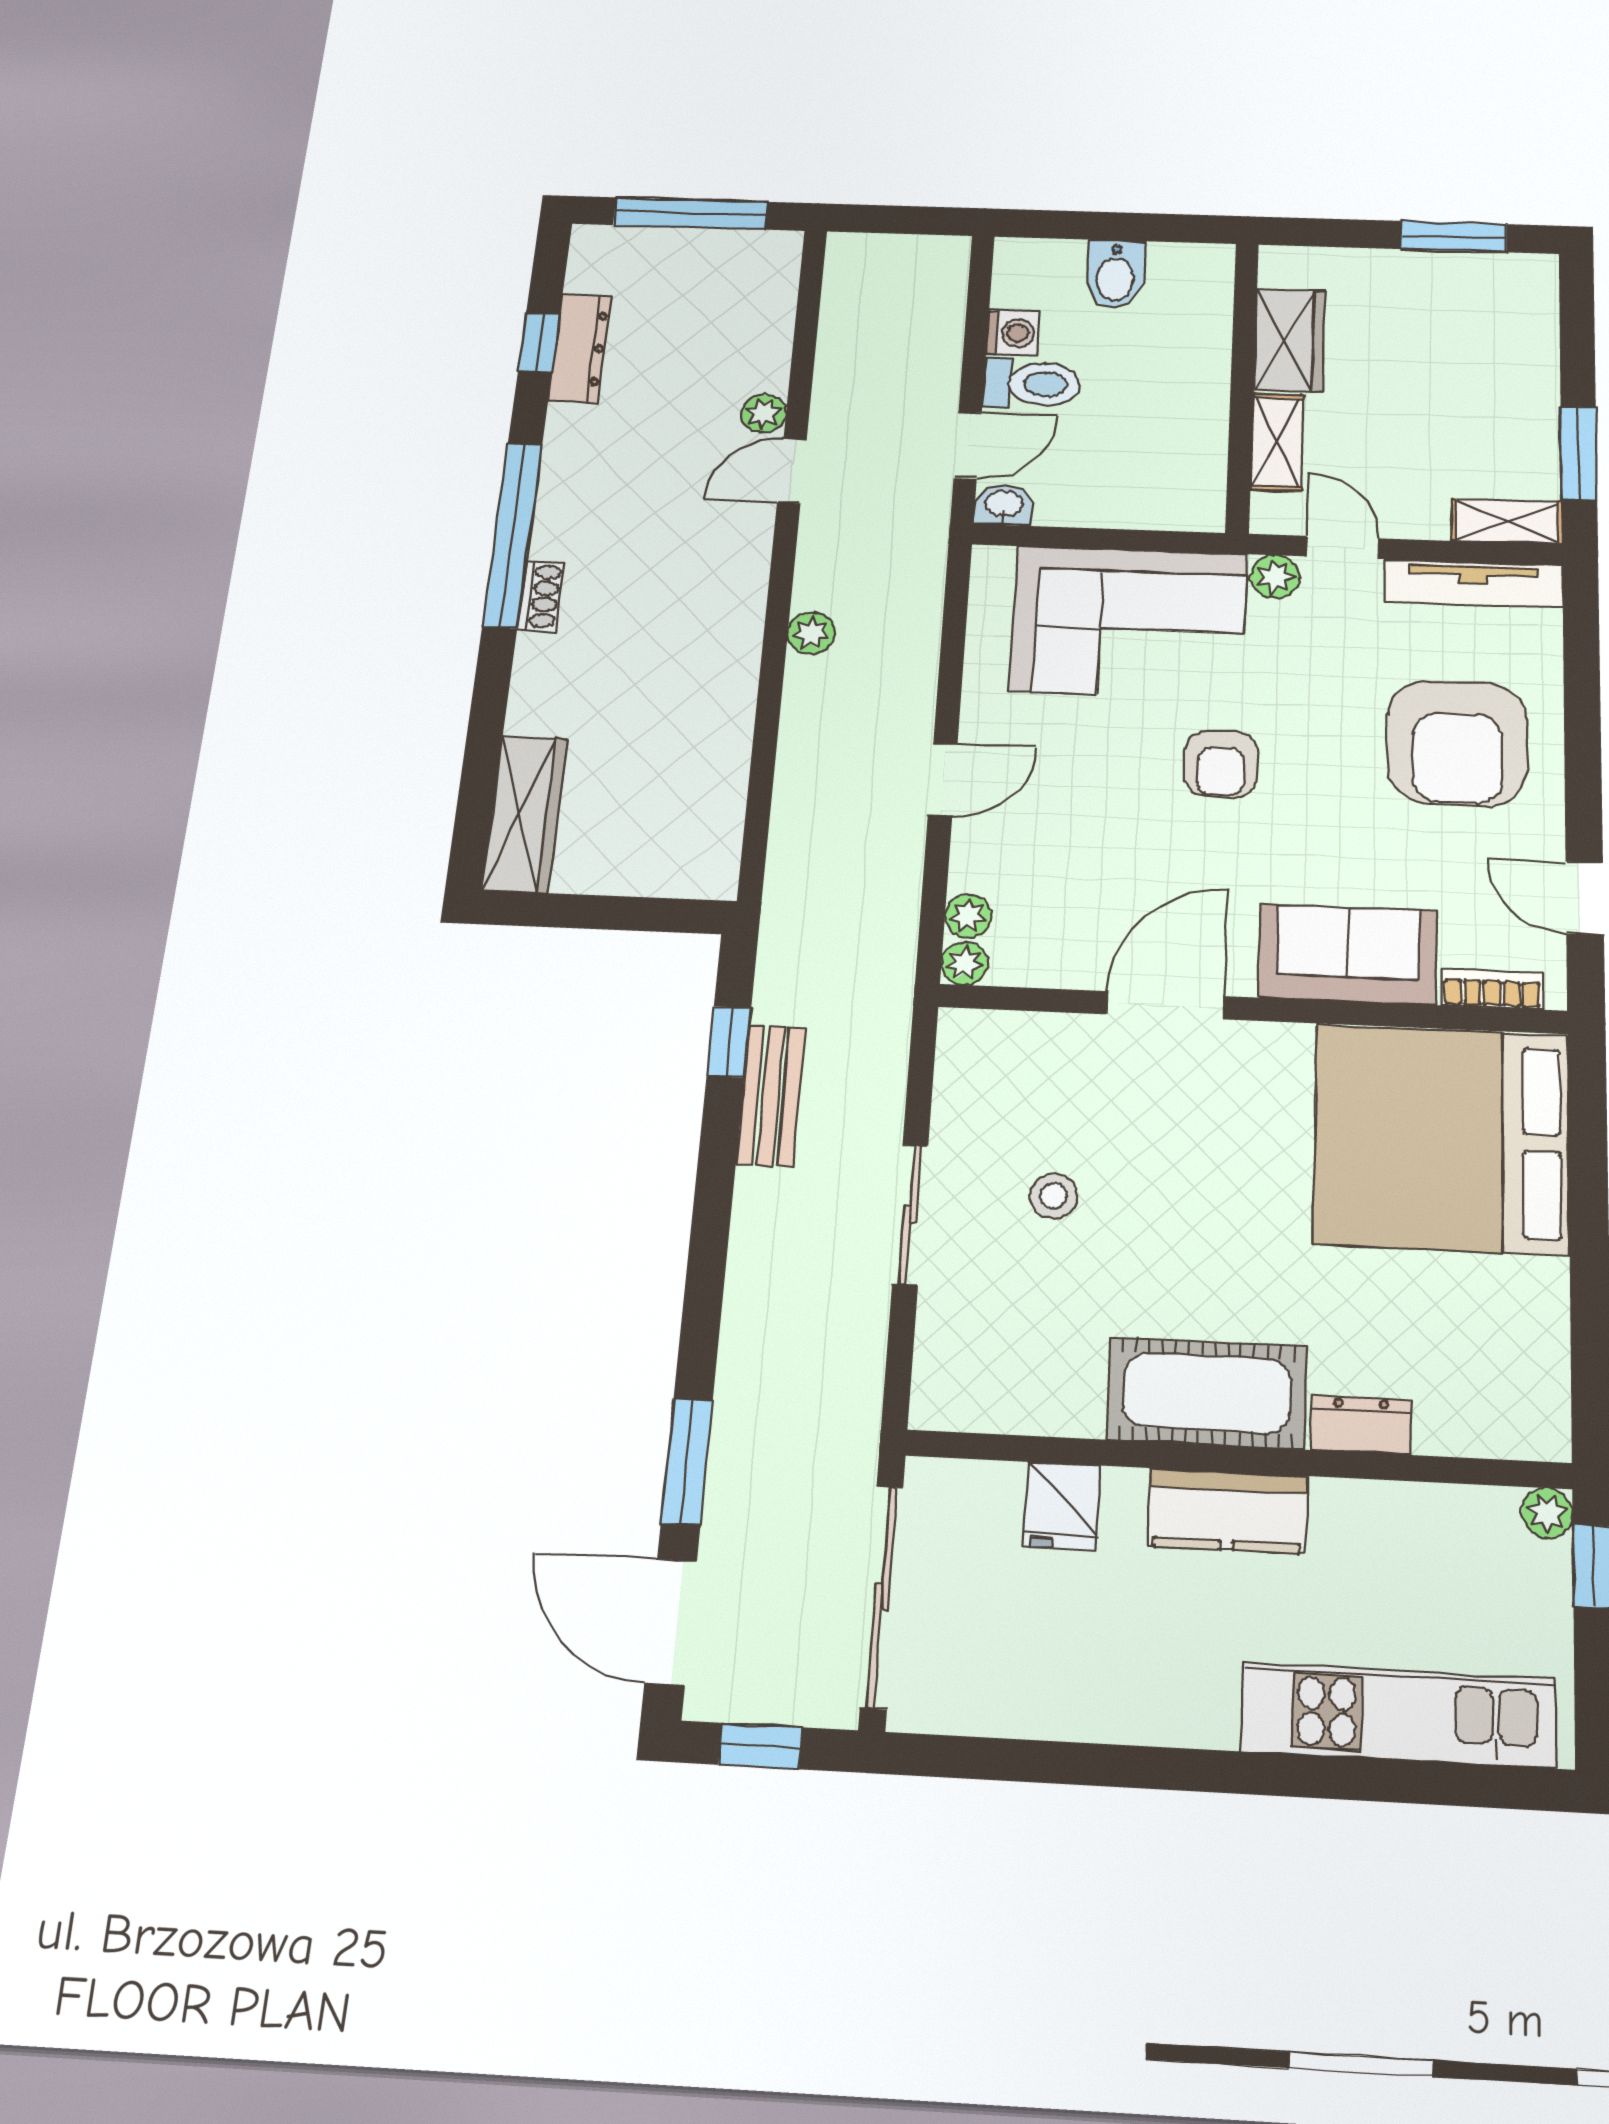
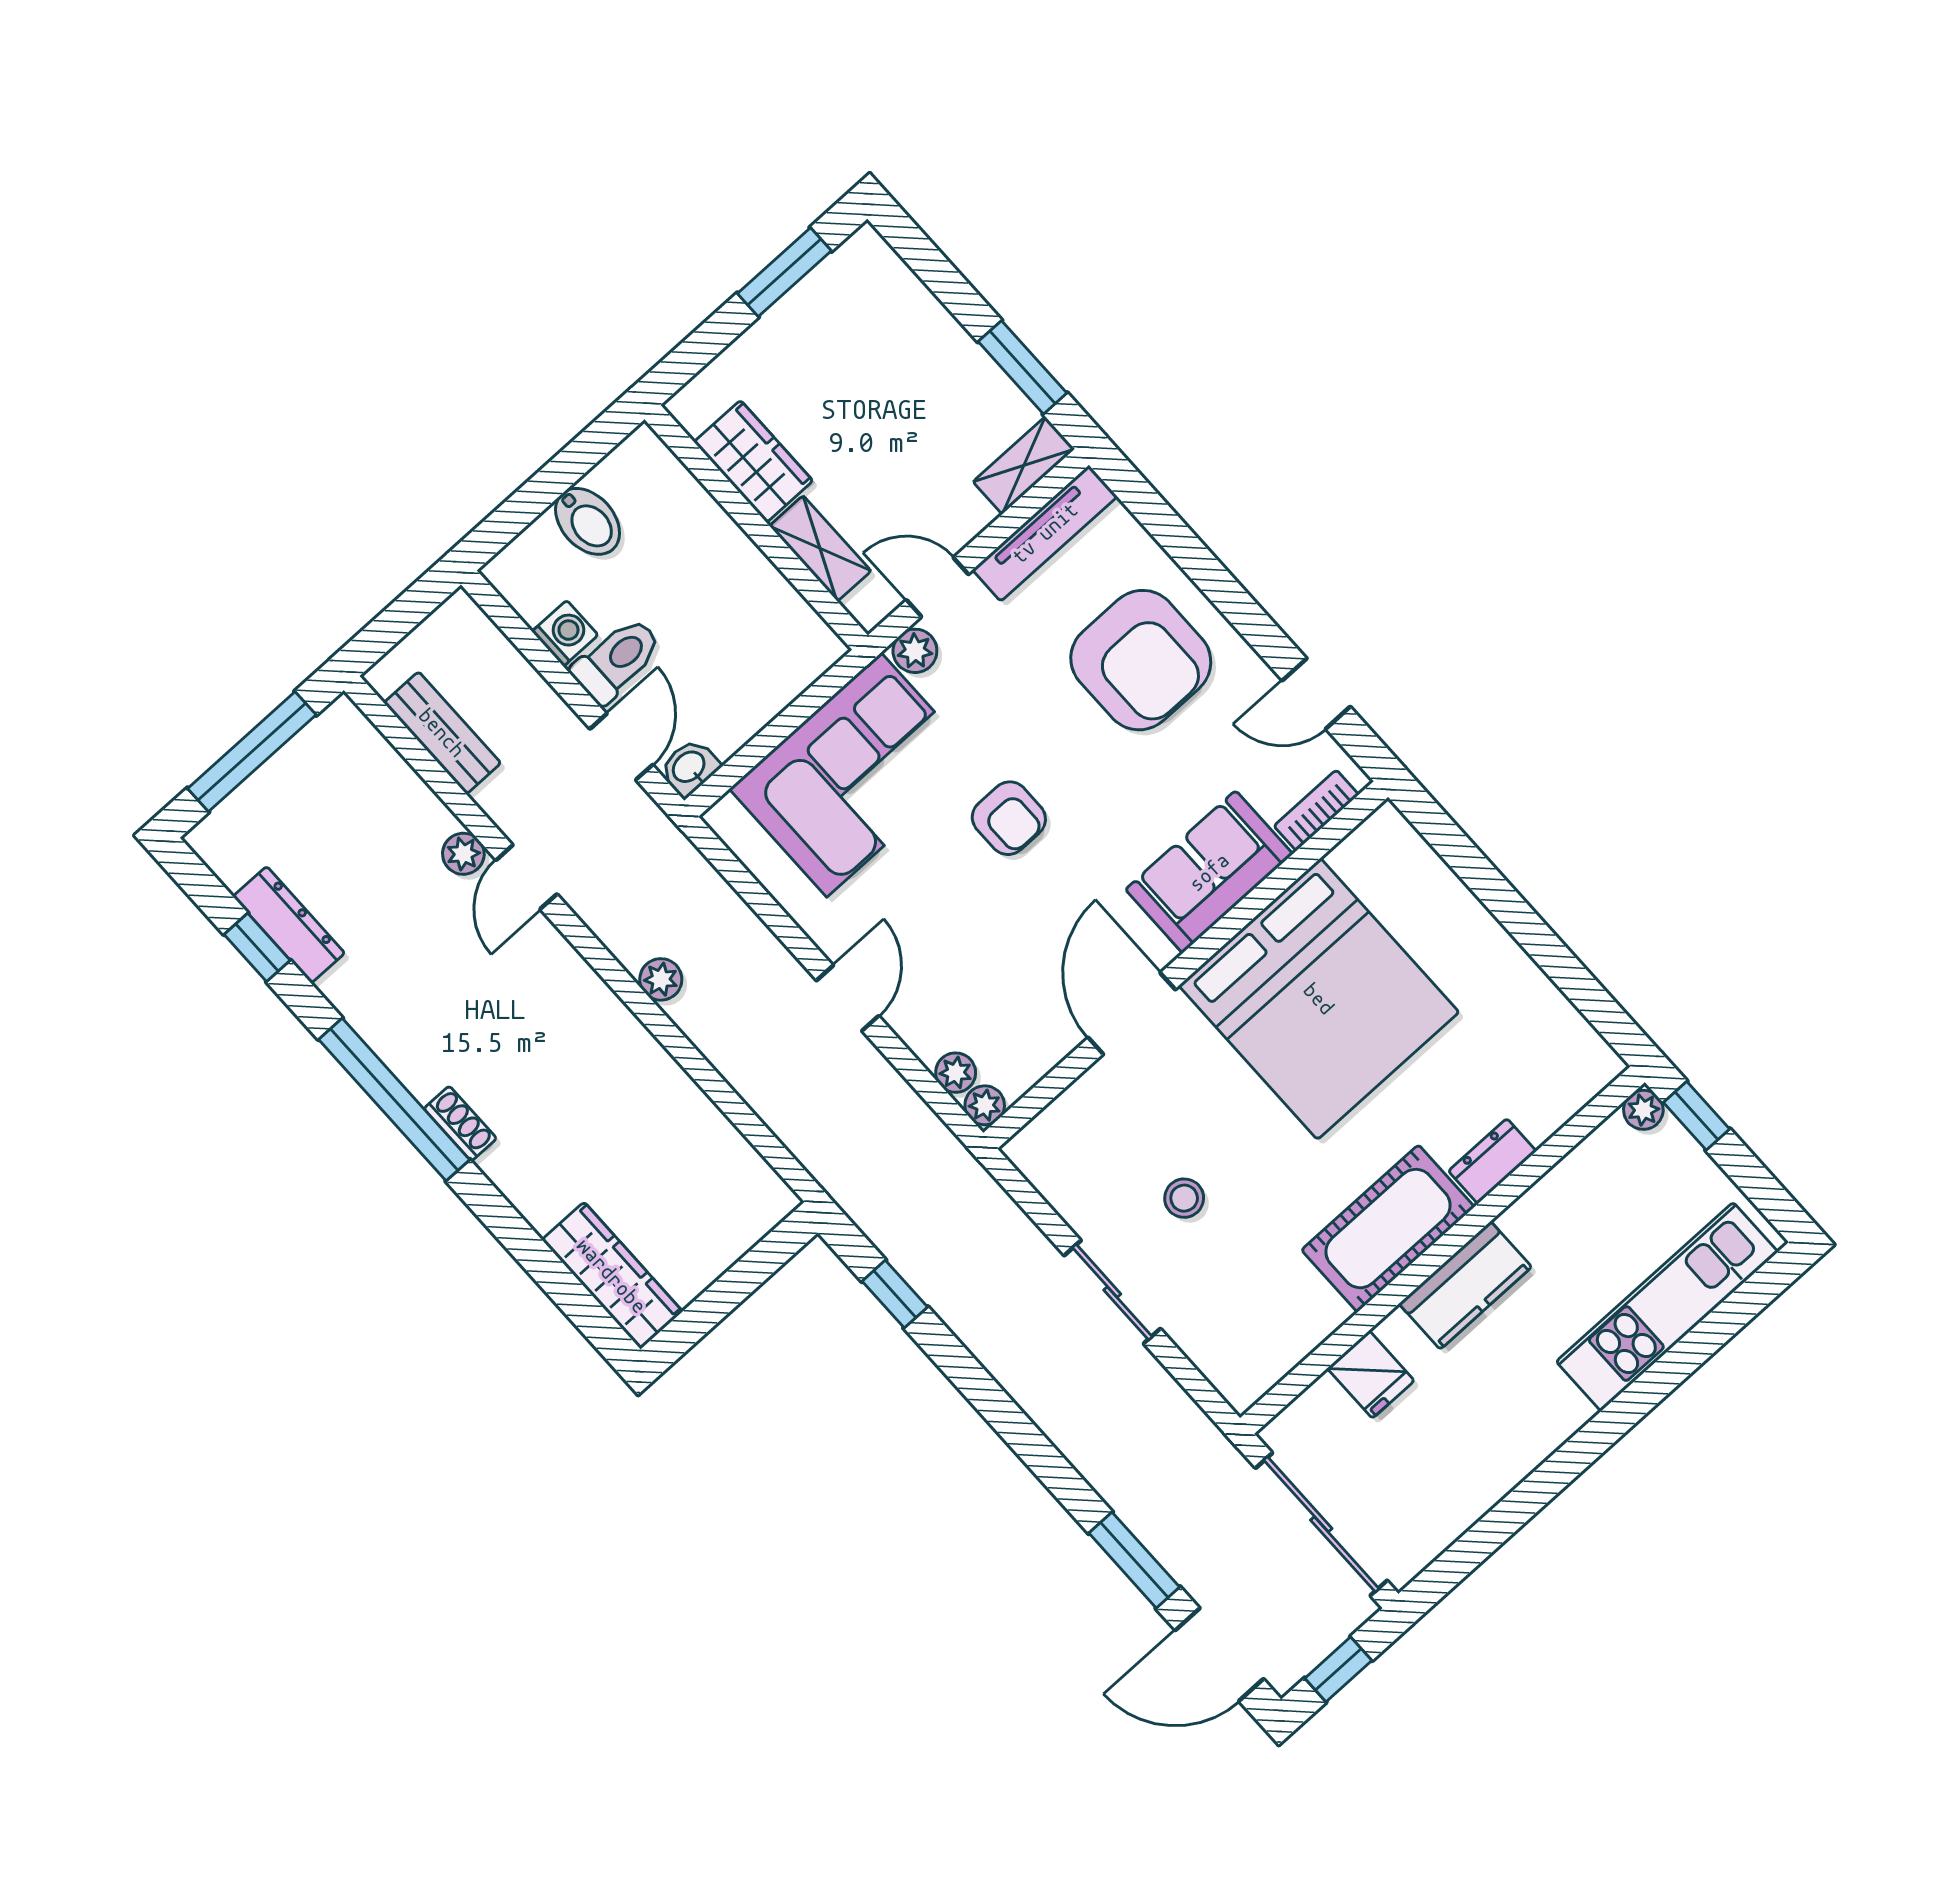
bench: (771, 1096) -> (442, 733), moved
bed: (1442, 1139) -> (1319, 999), moved, turned -90

